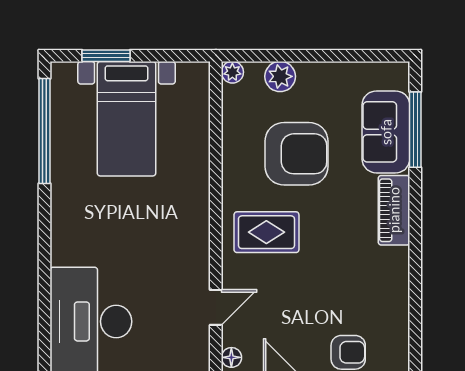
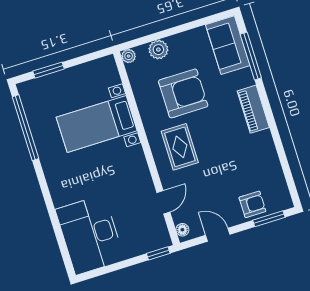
bed with nightstands: (127, 119) -> (97, 124), moved, turned 90
sofa: (386, 132) -> (228, 45), moved
rug: (266, 232) -> (180, 147), turned 90

